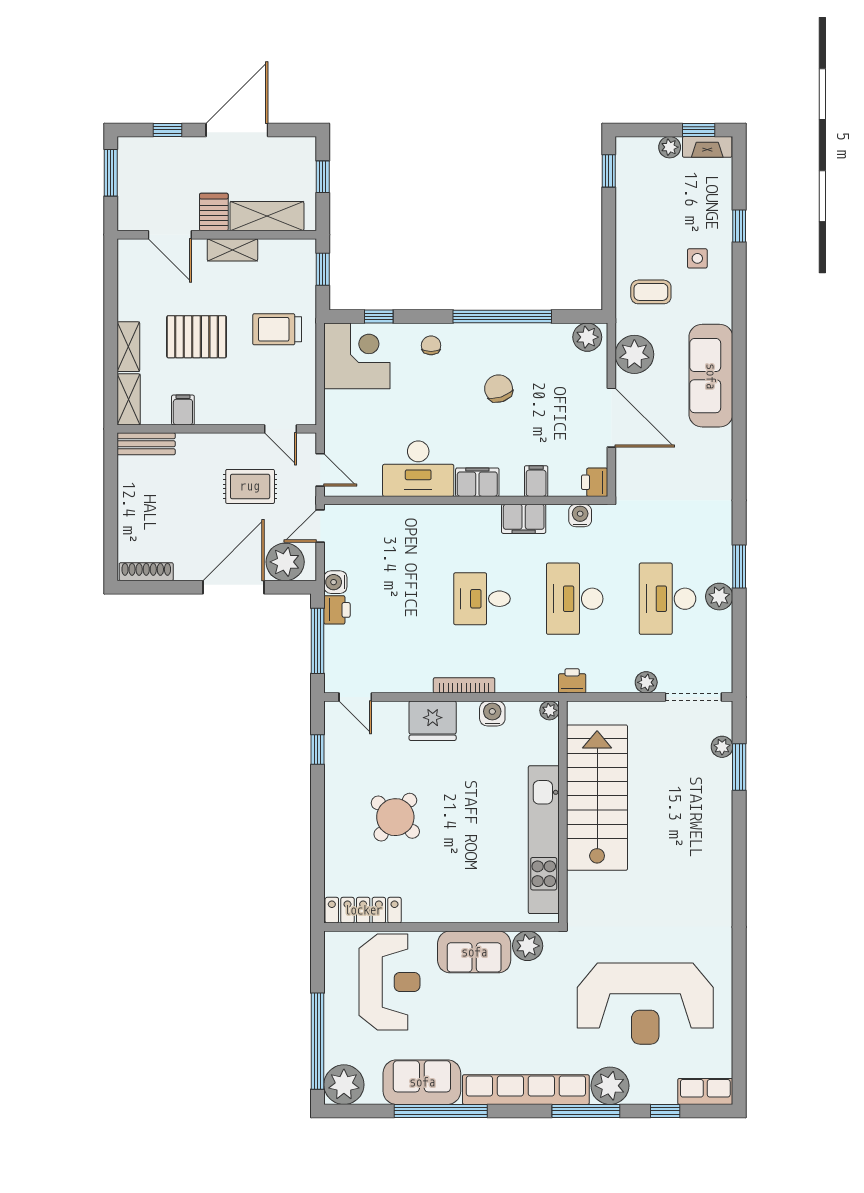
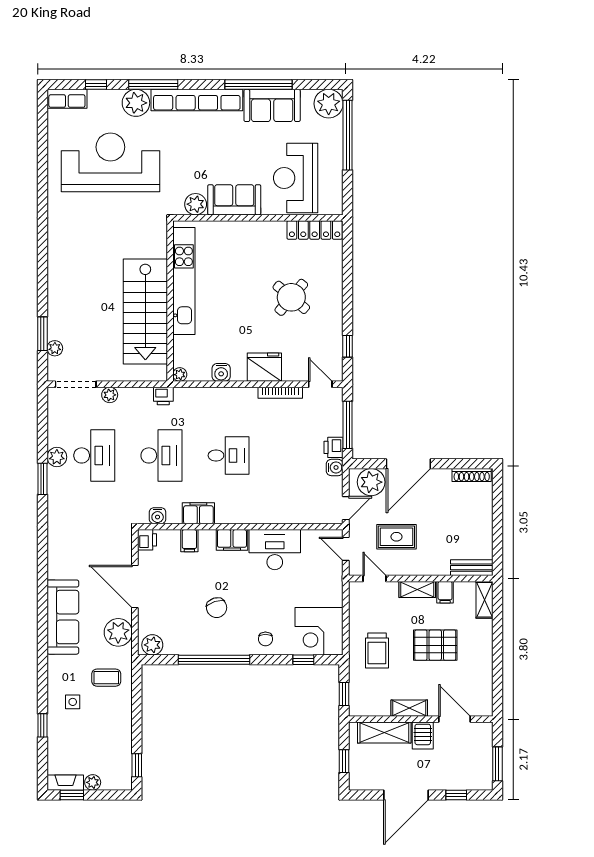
trolley: (277, 329) -> (377, 651), turned 90
shelving: (128, 347) -> (417, 589), moved, turned 90
bookcase: (464, 685) -> (280, 393), moved

